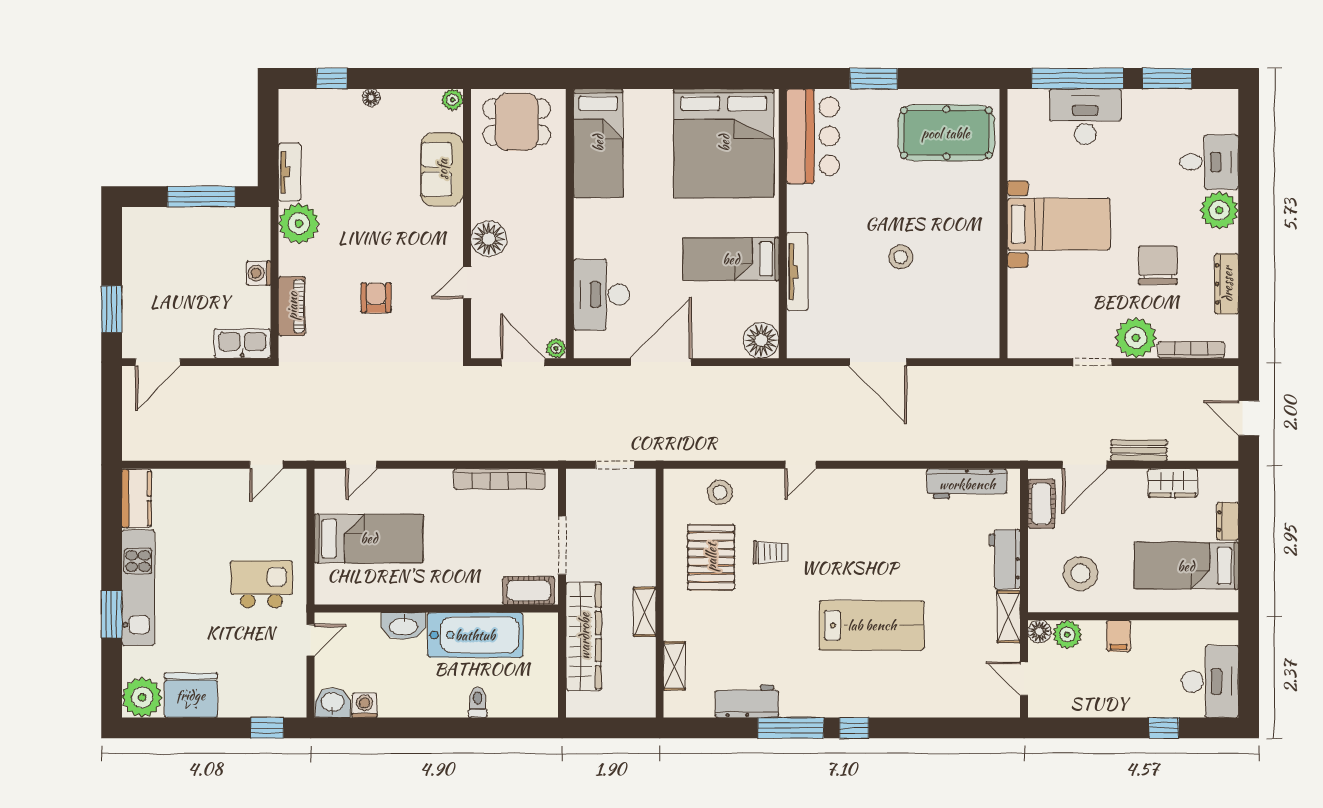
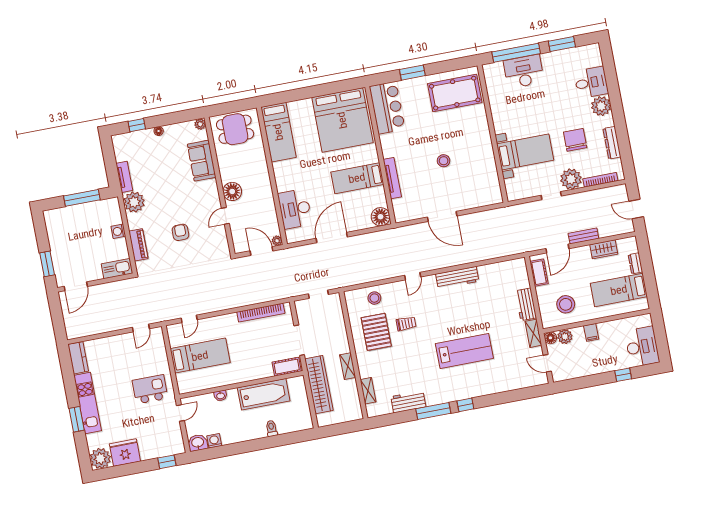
bed with nightstands: (1059, 224) -> (525, 152), moved
workbench: (967, 484) -> (457, 278), moved
washbasin: (403, 626) -> (221, 396), width x0.52, depth x0.69

